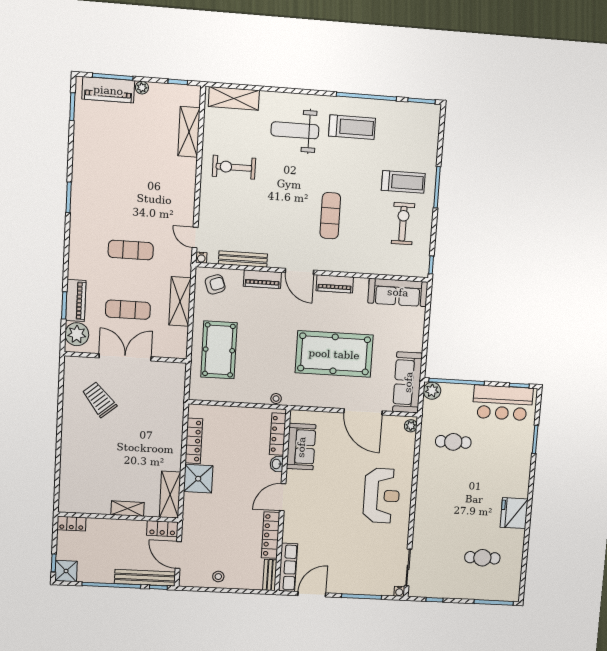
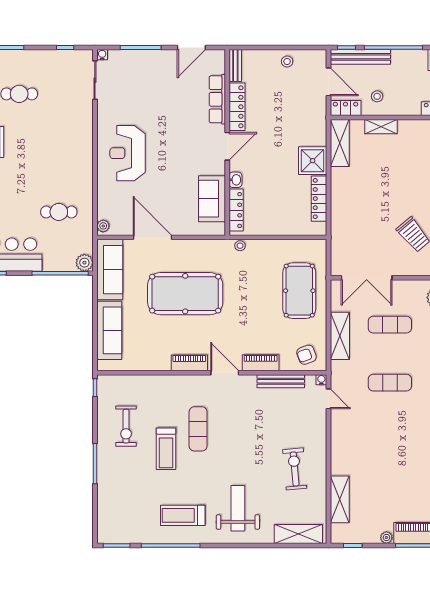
weight bench: (295, 130) -> (238, 508), turned -90
exercise bike: (234, 167) -> (295, 469), turned -95
treadmill: (403, 182) -> (166, 449), moved, turned -90
sofa: (398, 292) -> (109, 330), moved, turned 90
double door: (125, 357) -> (367, 278), moved
stool: (130, 539) -> (377, 96), added
row of seats: (288, 567) -> (217, 99), moved

